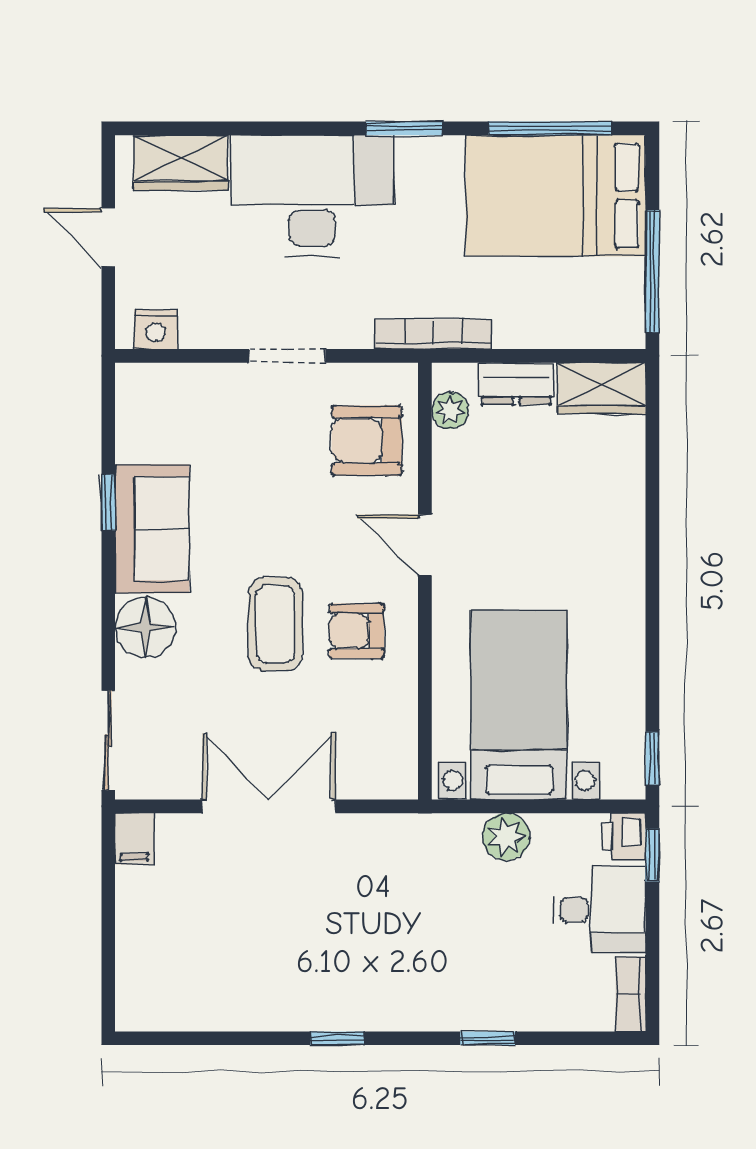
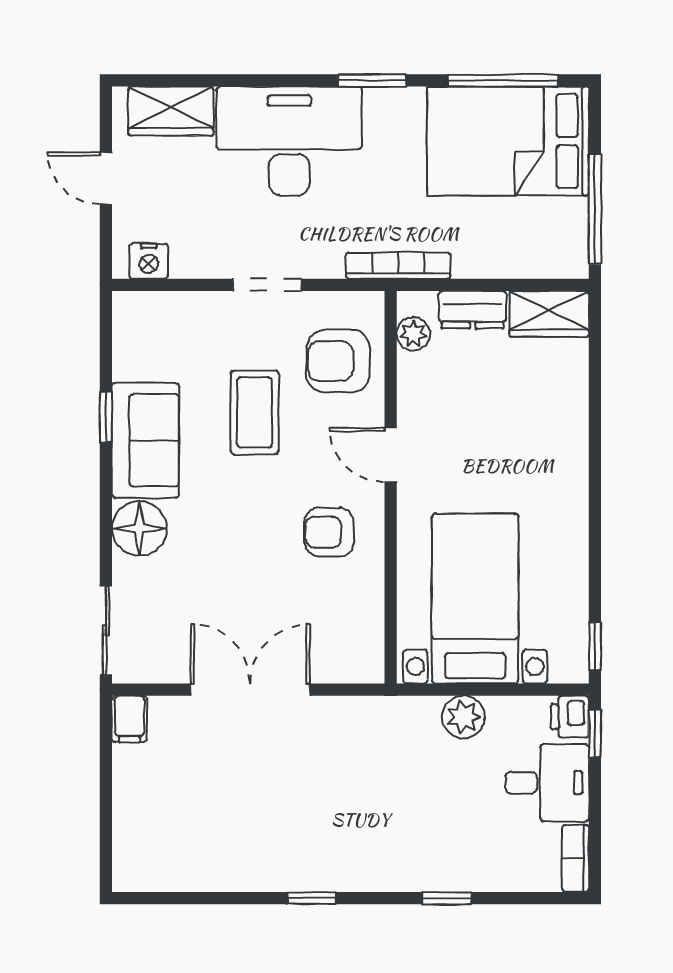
coffee table: (275, 624) -> (255, 412), moved

